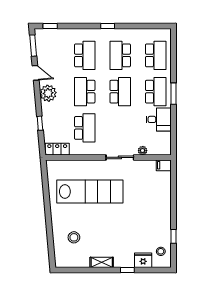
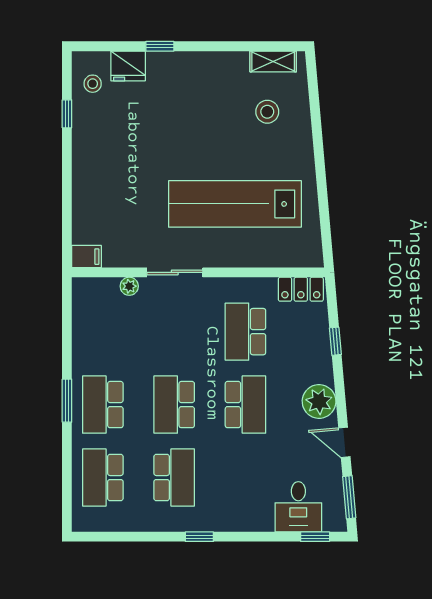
school desk: (85, 55) -> (245, 478), removed
desk: (159, 119) -> (298, 507), moved, turned -90
shelving: (102, 262) -> (273, 61), moved

